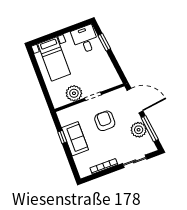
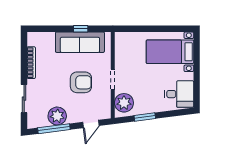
window: (104, 42) -> (145, 117), moved
plant: (74, 93) -> (124, 103), moved
door: (135, 101) -> (91, 124), width x0.53
sofa: (75, 139) -> (80, 42), width x1.36

